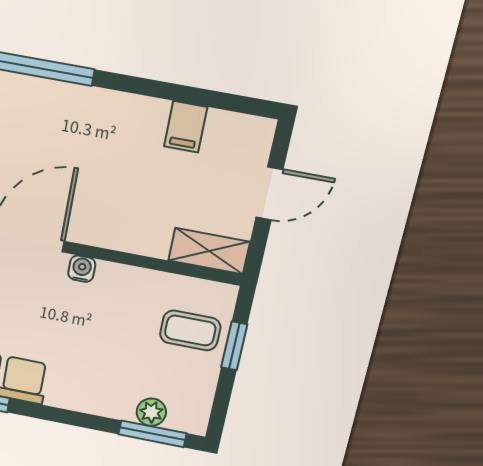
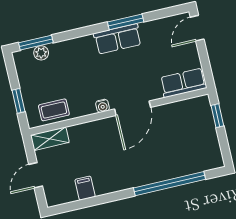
coffee table: (190, 330) -> (54, 110), moved

